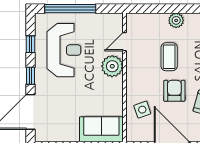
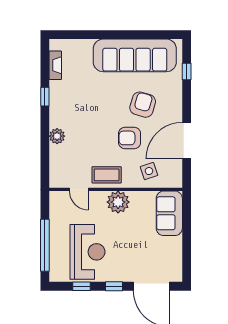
reception desk: (64, 50) -> (88, 252), turned 90
coffee table: (169, 57) -> (107, 175), moved
plant: (112, 66) -> (118, 202), moved

